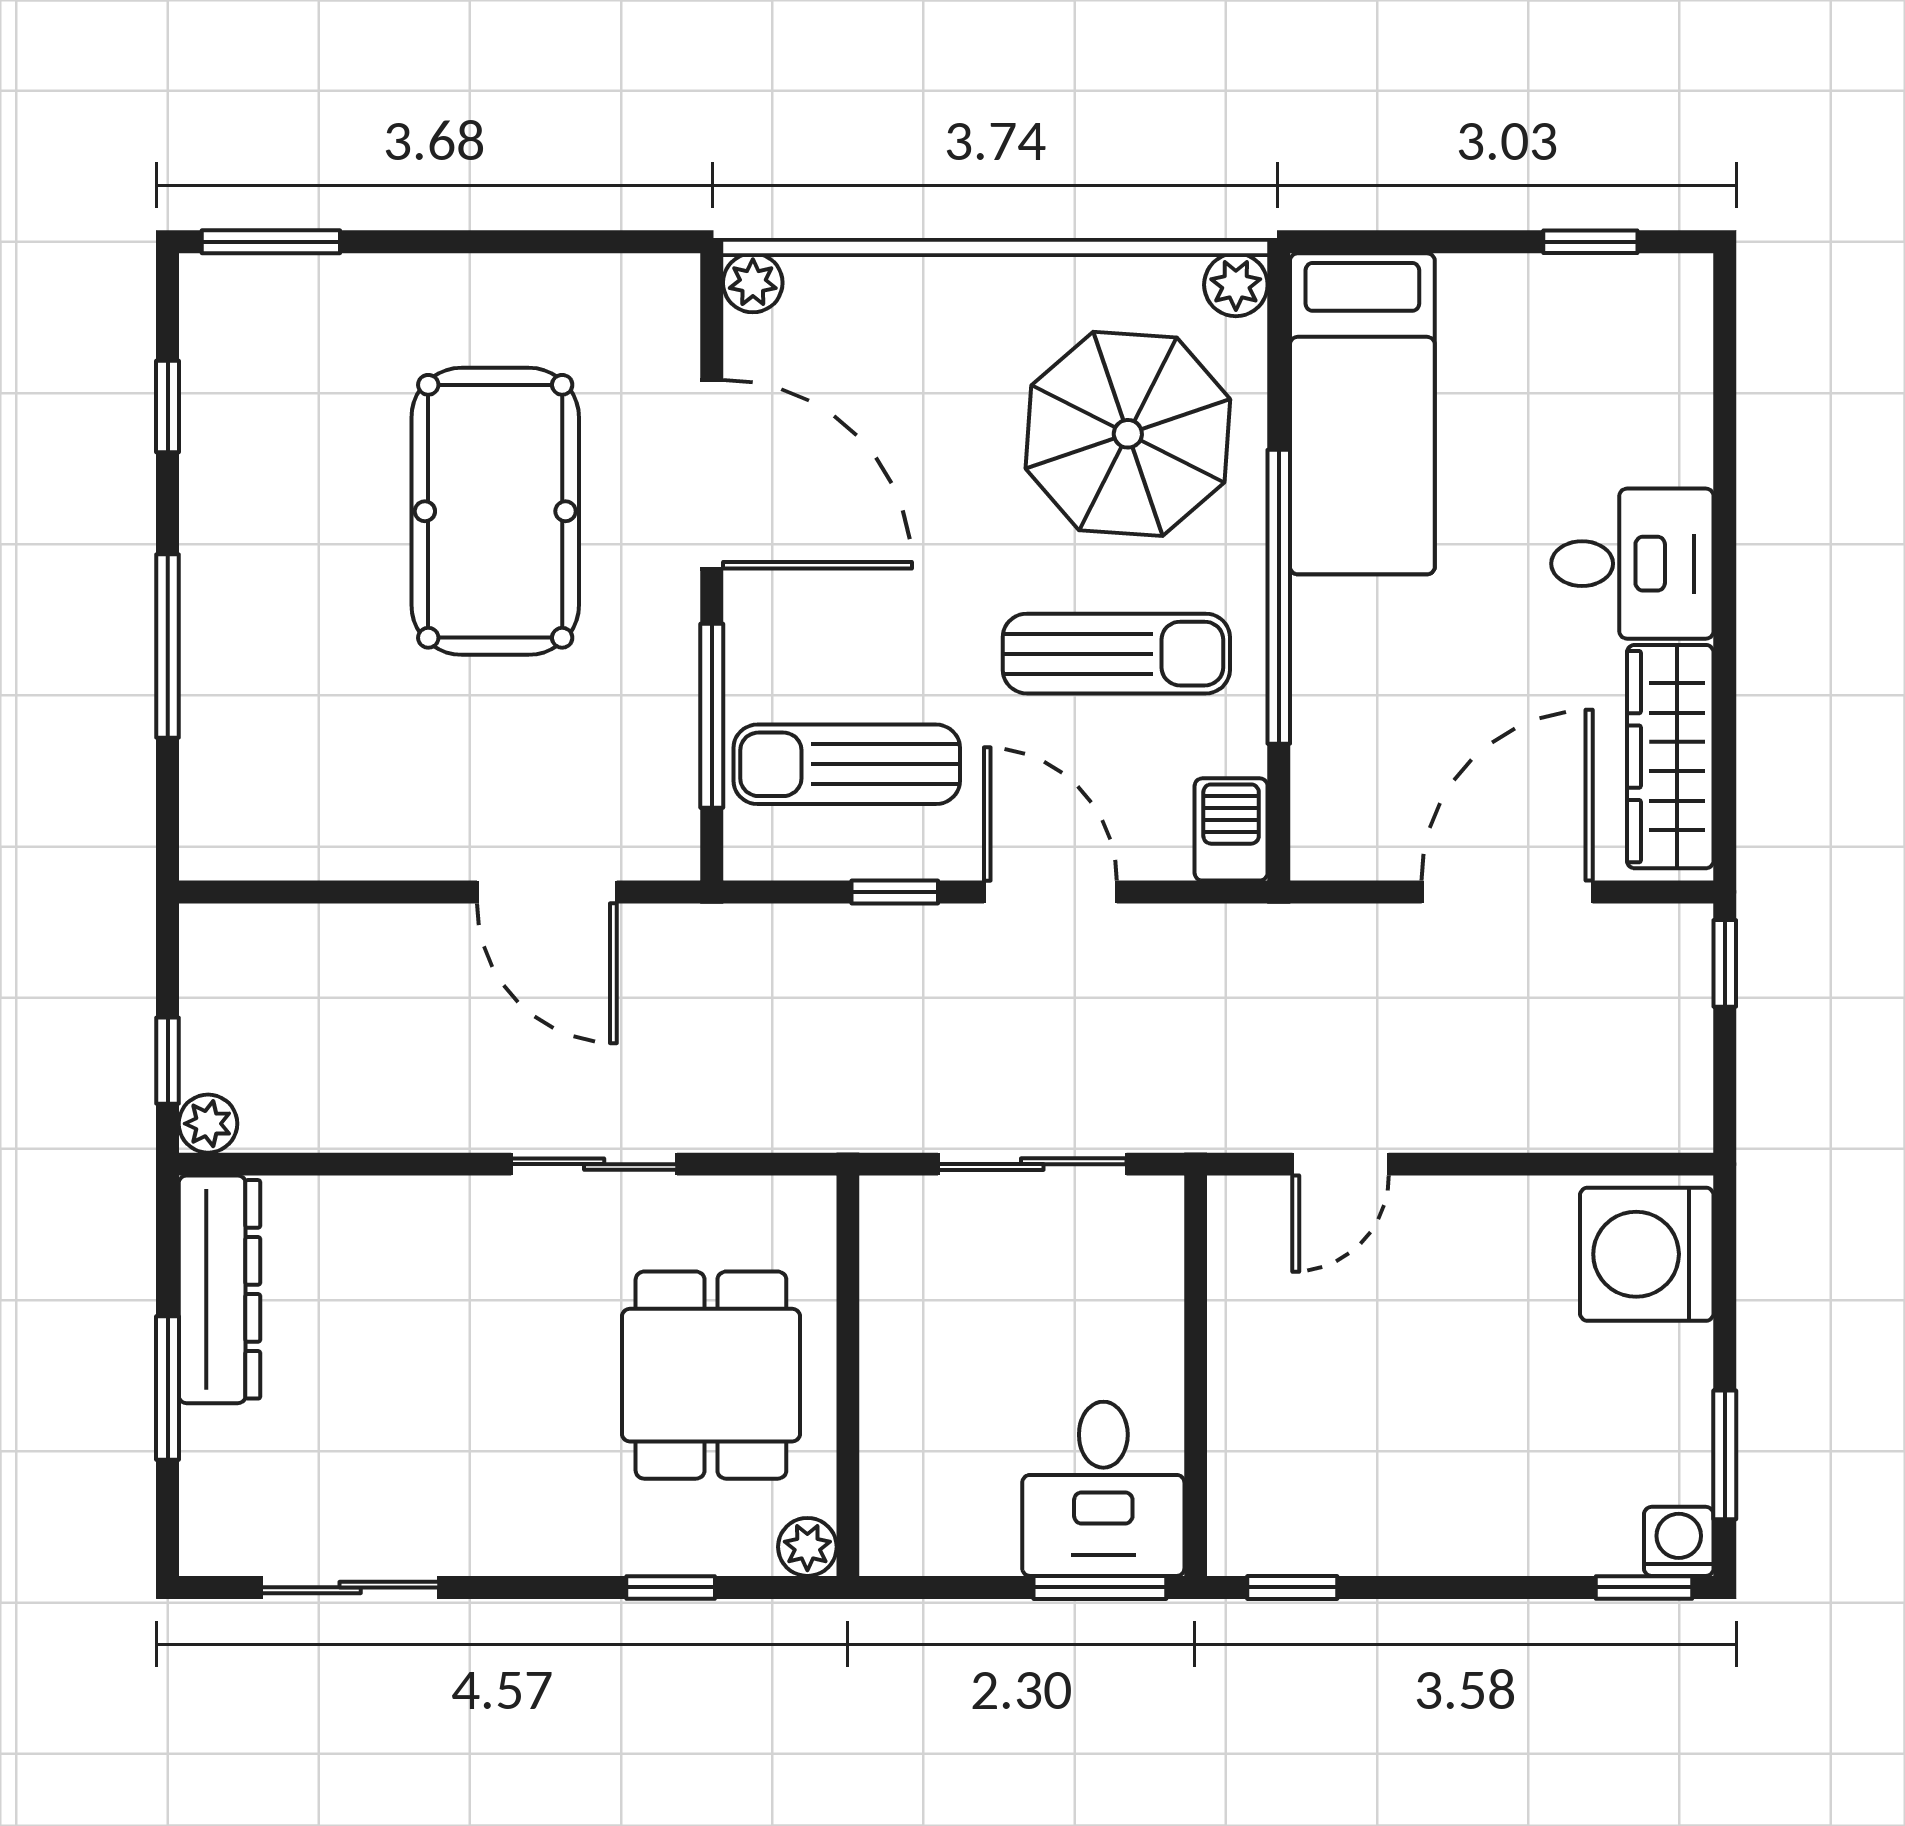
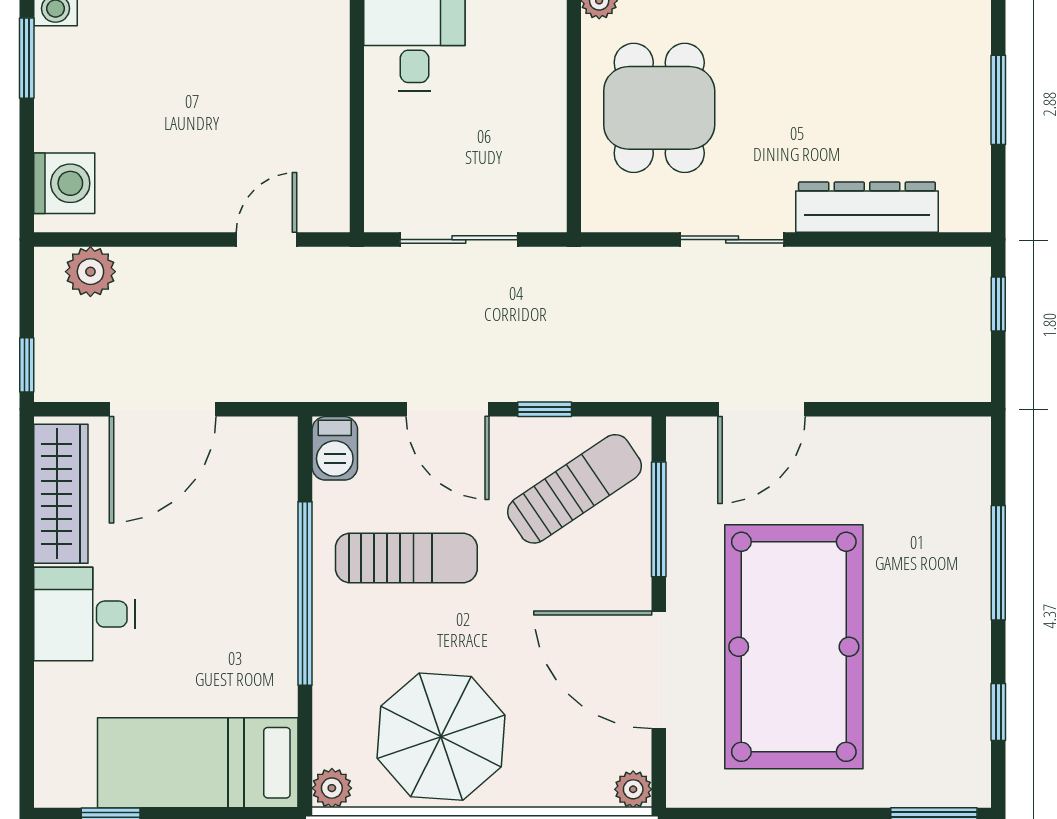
bed: (1362, 414) -> (198, 763), moved, turned -90
parasol: (1128, 434) -> (441, 737), moved
pool table: (495, 511) -> (794, 647), width x1.36, depth x1.32
sun lounger: (1116, 654) -> (406, 558), turned 180
sun lounger: (847, 764) -> (575, 489), turned -34
door: (547, 892) -> (762, 409), swing flipped
plant: (208, 1124) -> (90, 272), moved, width x1.38, depth x1.38
washing machine: (1647, 1254) -> (64, 183), width x0.73, depth x0.73
dresser: (219, 1289) -> (867, 207), moved, turned 90

